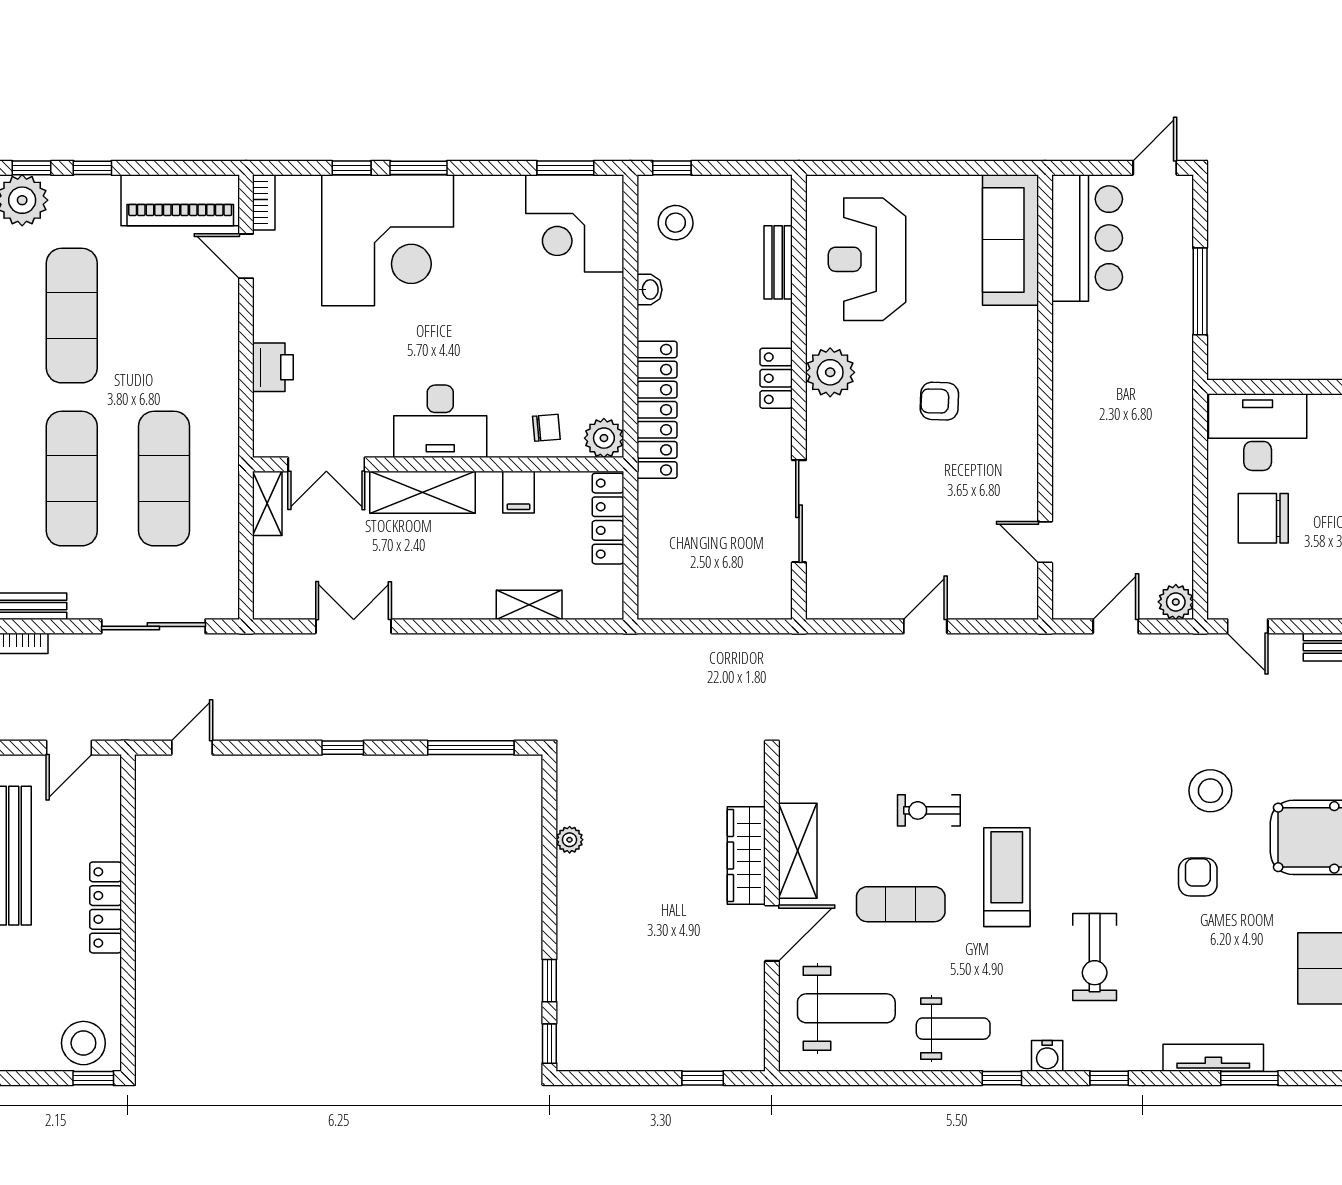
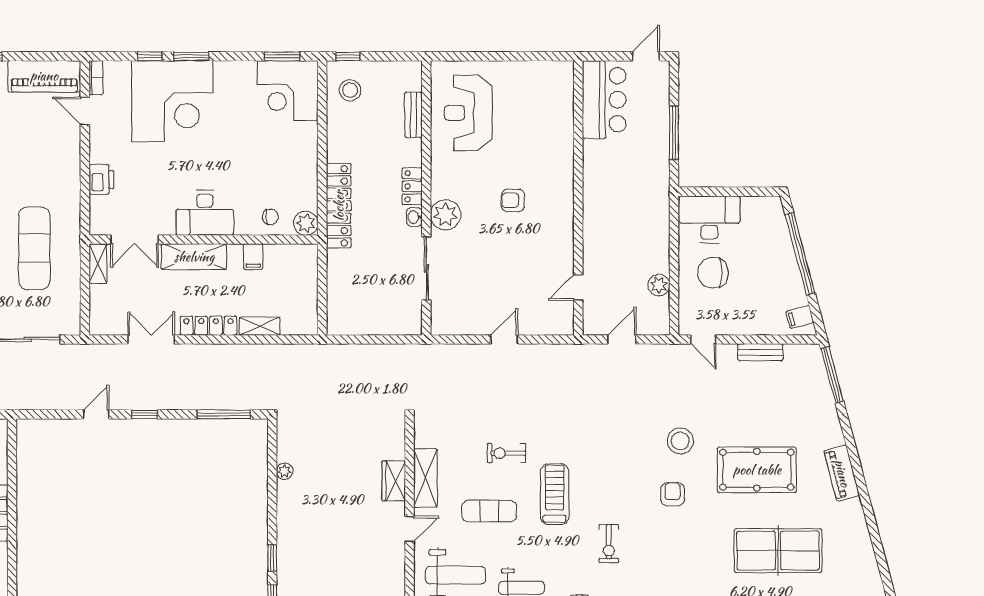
sofa: (1010, 240) -> (557, 101), removed
washbasin: (649, 290) -> (414, 217), moved, turned 180
plant: (830, 372) -> (446, 215), moved
locker: (608, 519) -> (209, 326), moved, turned 90
door: (1045, 542) -> (578, 287), hinge flipped
plant: (1176, 602) -> (659, 285), moved
door: (192, 748) -> (96, 414), moved
wardrobe: (746, 855) -> (394, 481), width x0.67
door: (772, 933) -> (410, 529), width x0.73
exercise bike: (1095, 957) -> (609, 544), width x0.73, depth x0.72

